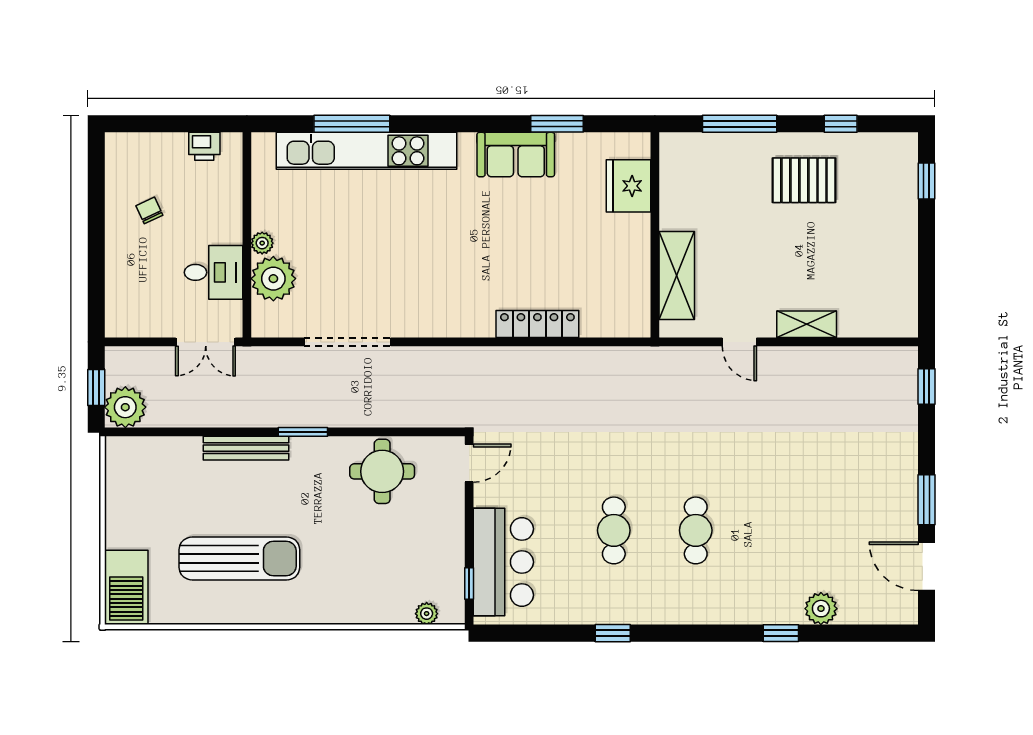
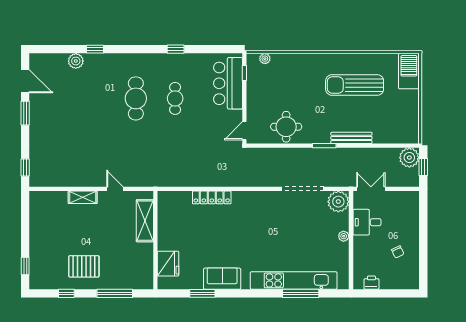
plant: (273, 279) -> (338, 202), moved
cafe table: (696, 530) -> (136, 98), width x1.37, depth x1.35

